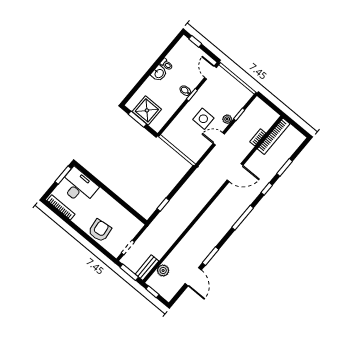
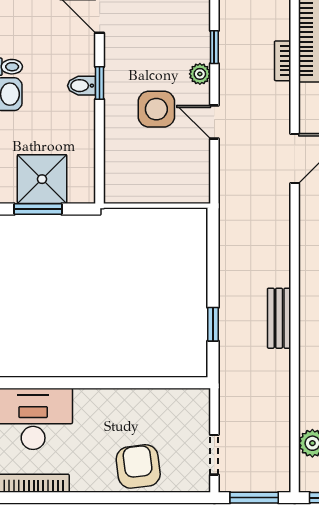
door: (219, 139) -> (214, 122), hinge flipped
bench: (147, 268) -> (279, 318), moved

